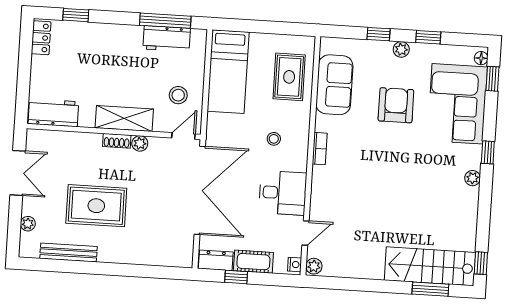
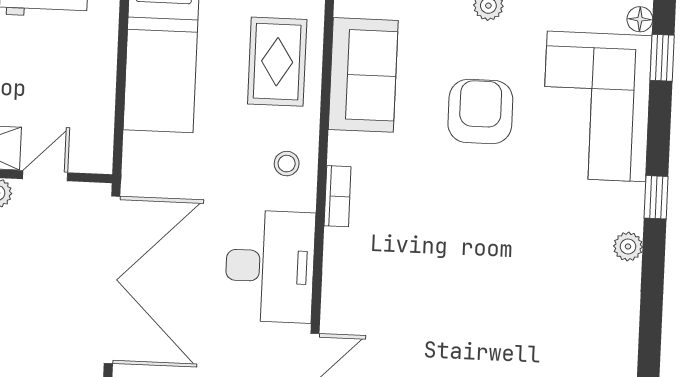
stool: (178, 95) -> (68, 100), removed
door: (183, 136) -> (45, 176), moved
stool: (274, 139) -> (287, 164), moved
desk: (283, 193) -> (270, 266), width x1.37

